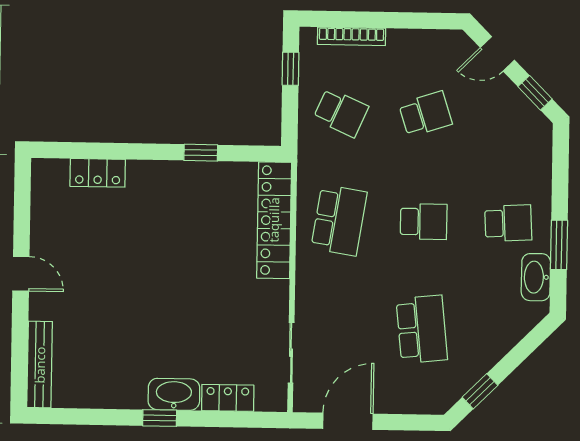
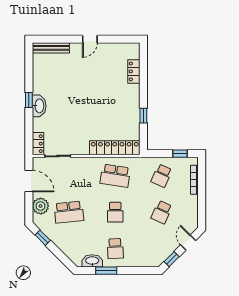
school desk: (426, 114) -> (162, 212), turned 42
plant: (406, 395) -> (41, 206), added
locker: (228, 398) -> (38, 144), moved

